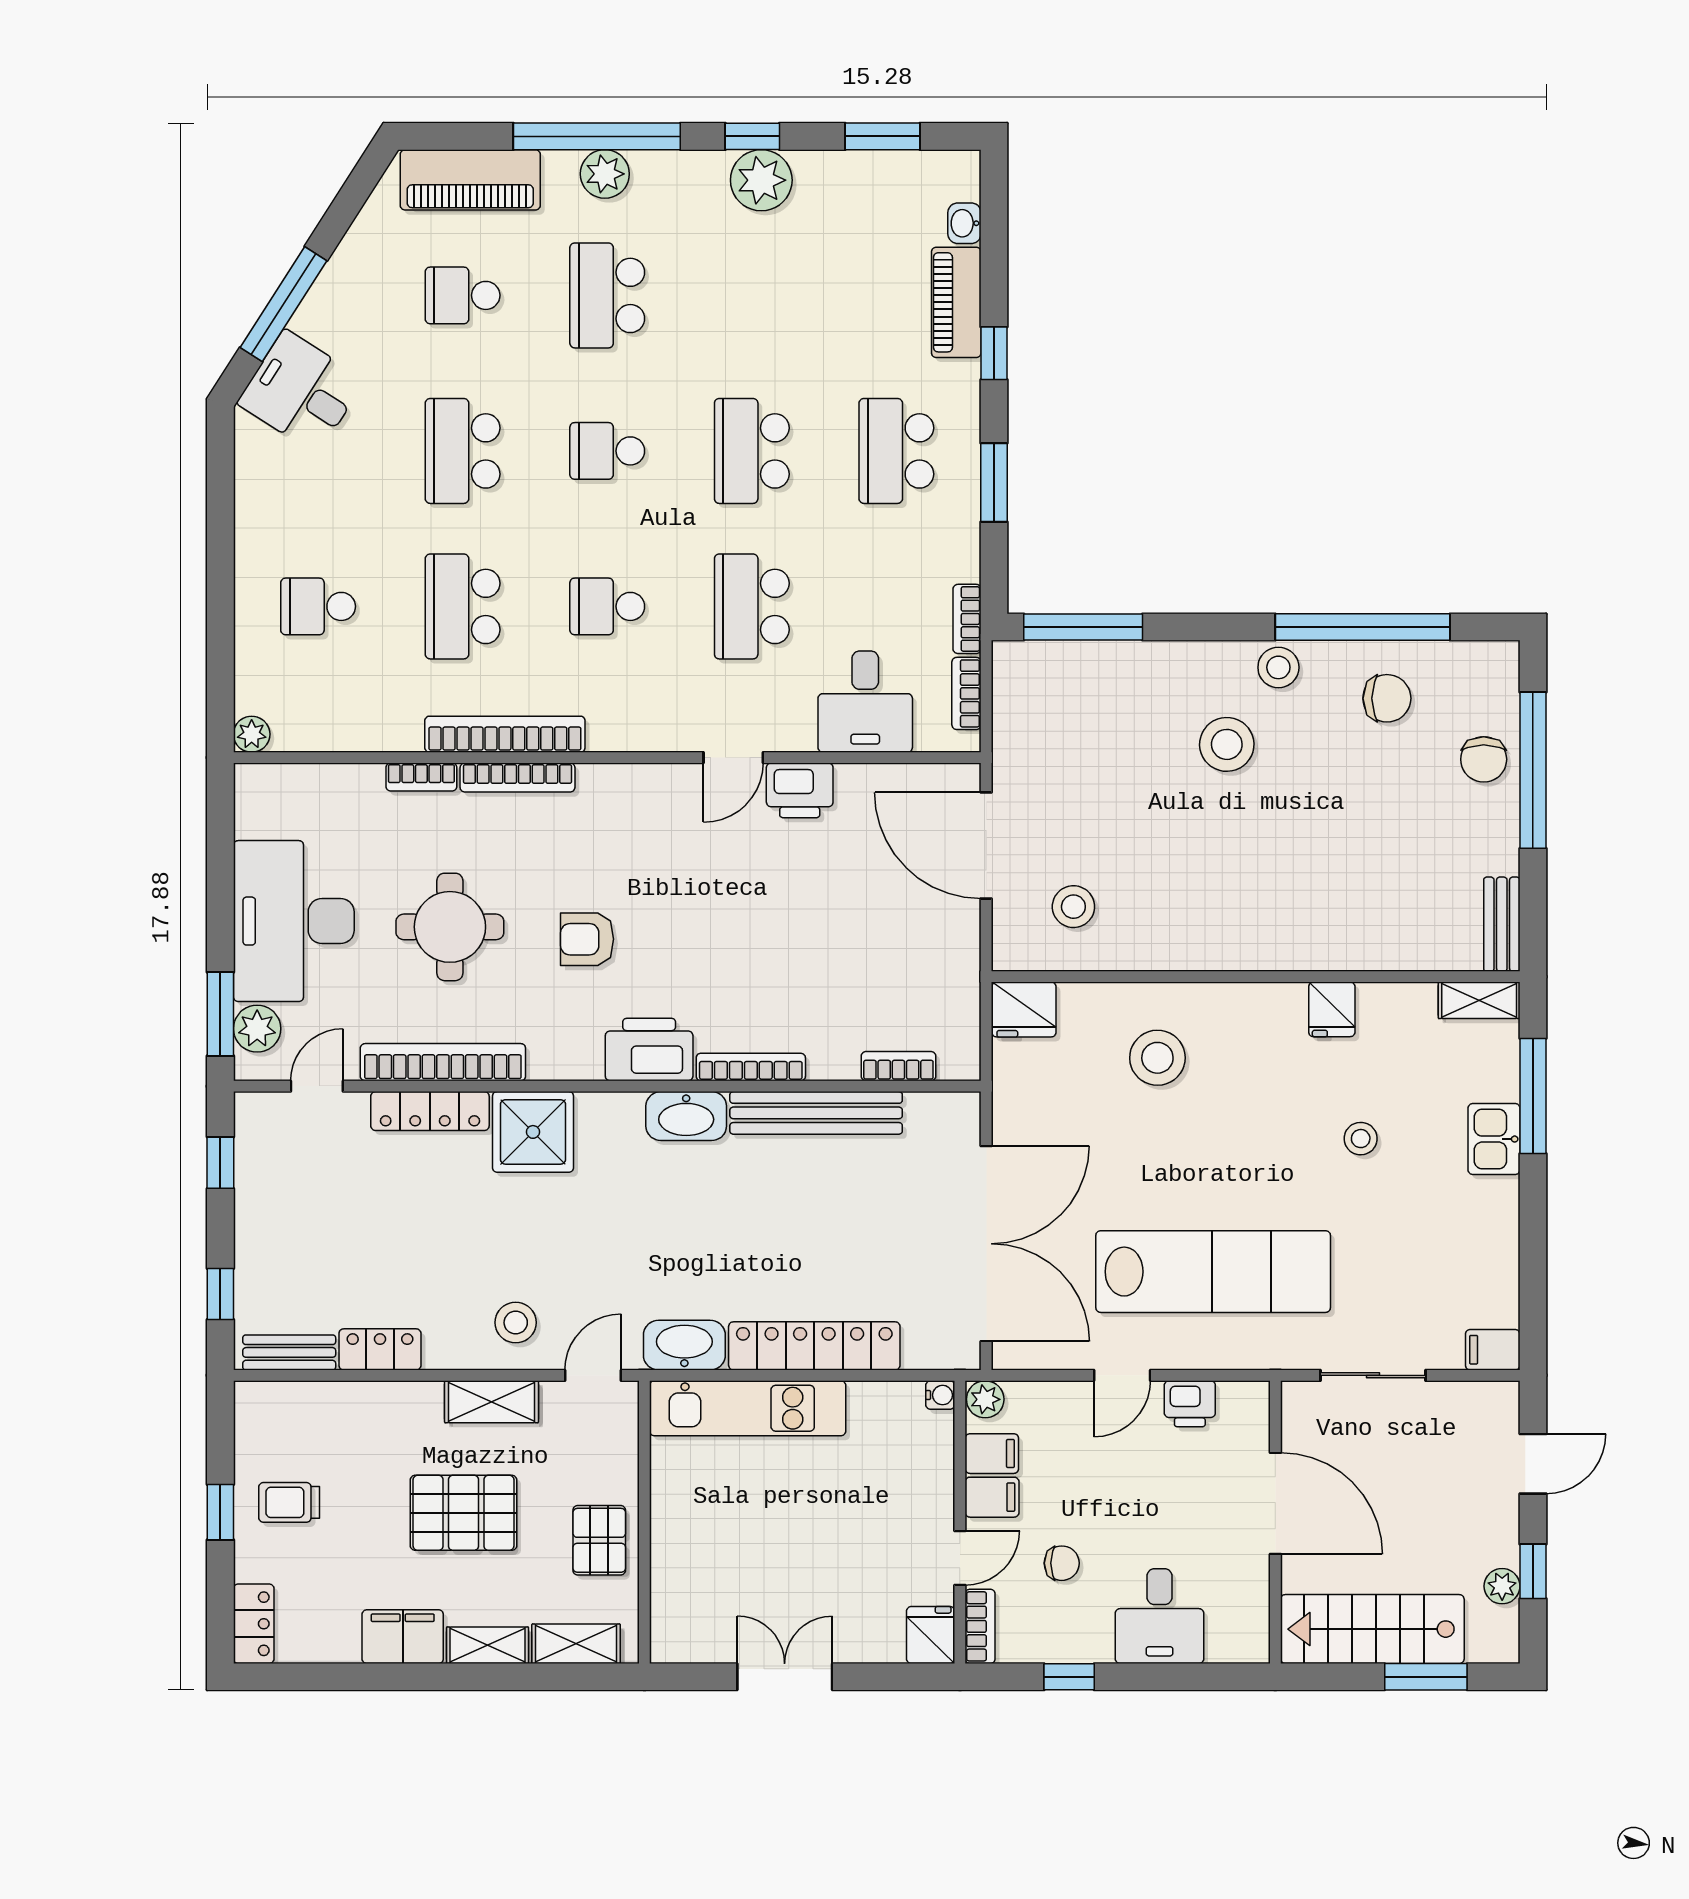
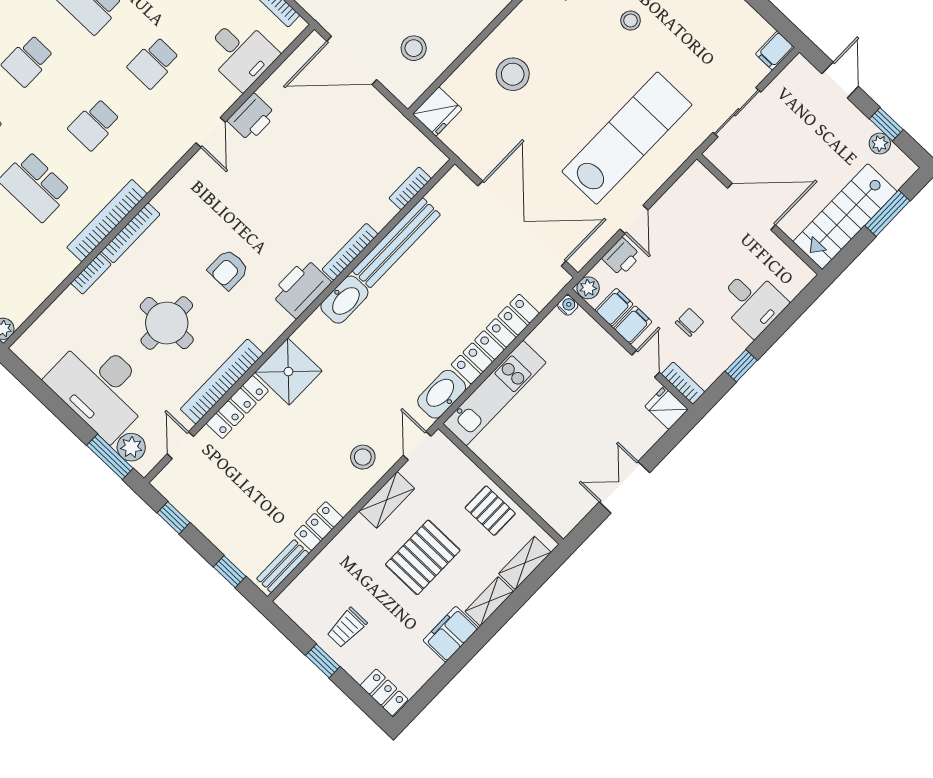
school desk: (752, 606) -> (154, 63), width x0.54
printer: (1190, 1404) -> (621, 257), moved

